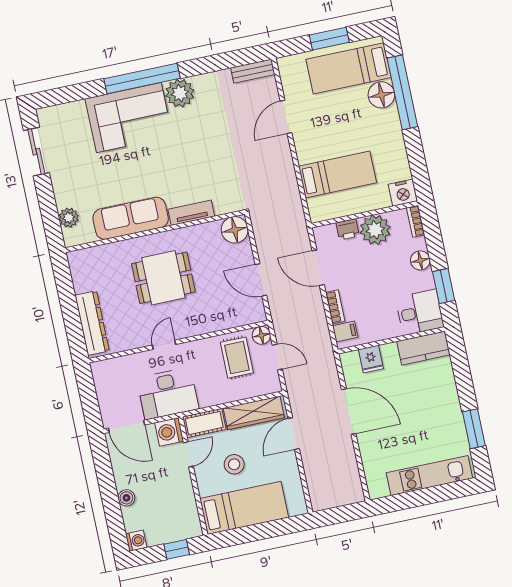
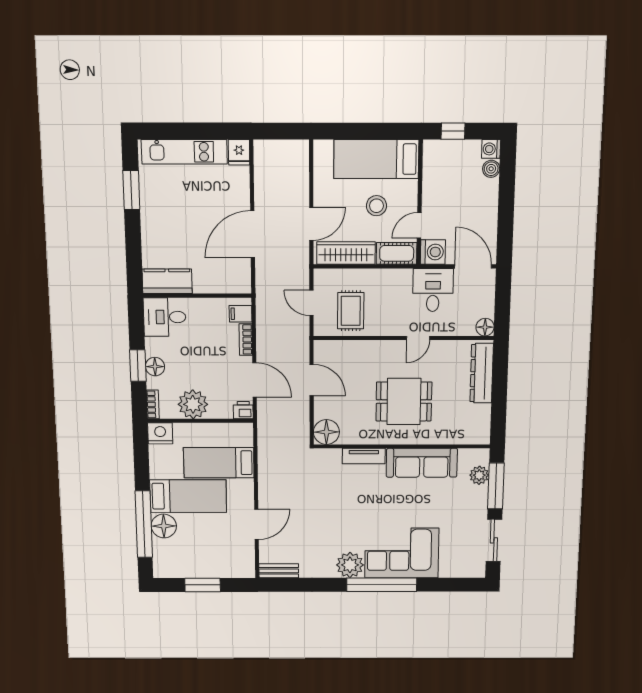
bed: (349, 68) -> (188, 496), moved
window: (49, 210) -> (496, 486), added
printer: (348, 229) -> (243, 410), moved
window: (444, 286) -> (138, 365), moved
floor lamp: (261, 335) -> (485, 327), moved
fridge: (371, 359) -> (239, 152), moved, turned 180
desk: (168, 394) -> (433, 290), width x0.73
door: (349, 411) -> (253, 234), hinge flipped
boiler: (126, 498) -> (491, 169), moved

